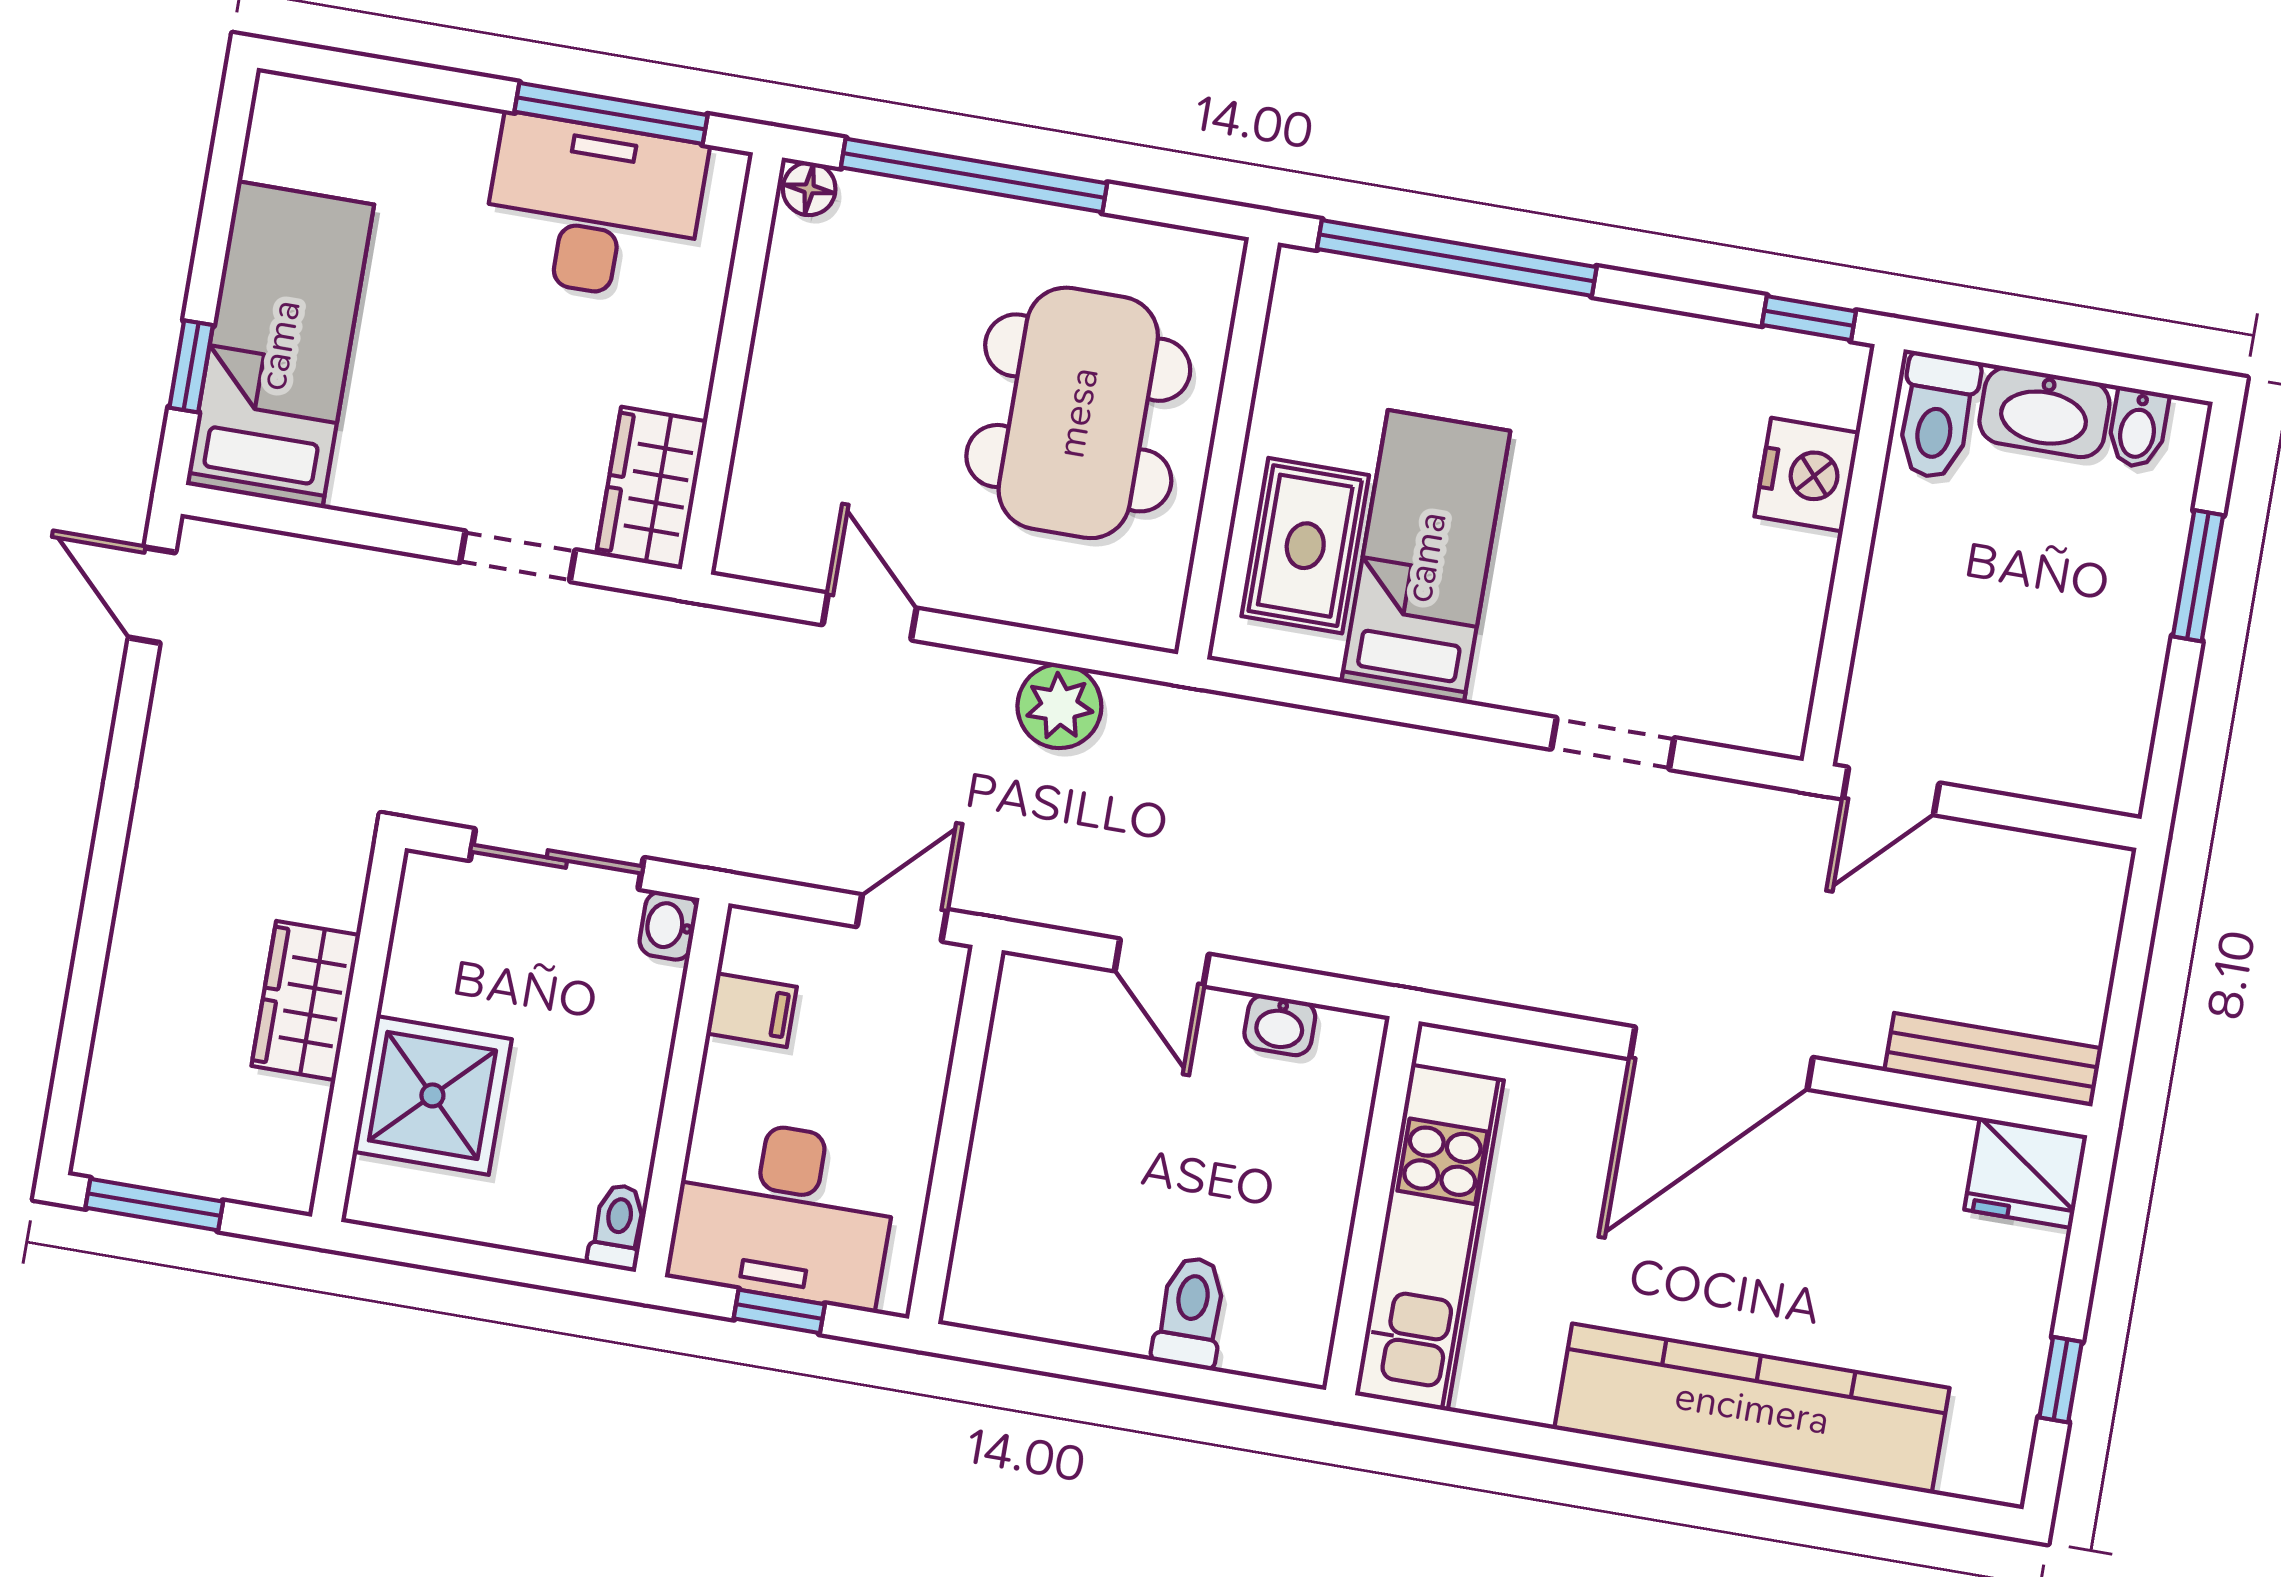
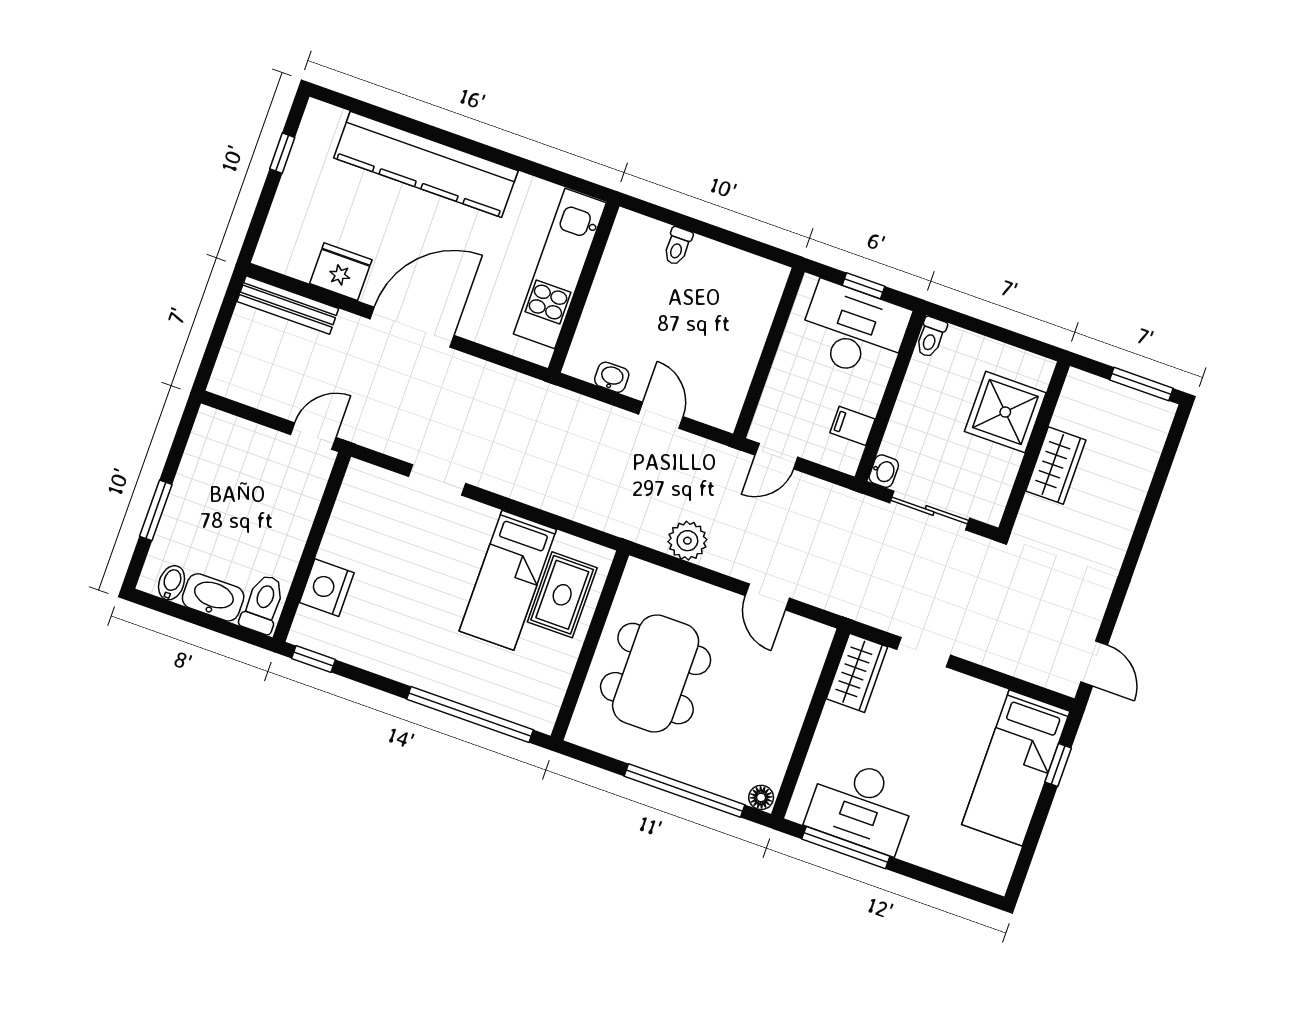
fridge: (2026, 1173) -> (341, 272), moved
toilet: (1191, 1312) -> (678, 246), width x0.73, depth x0.72

